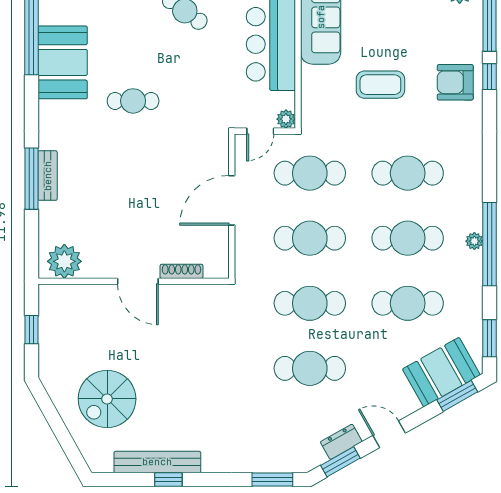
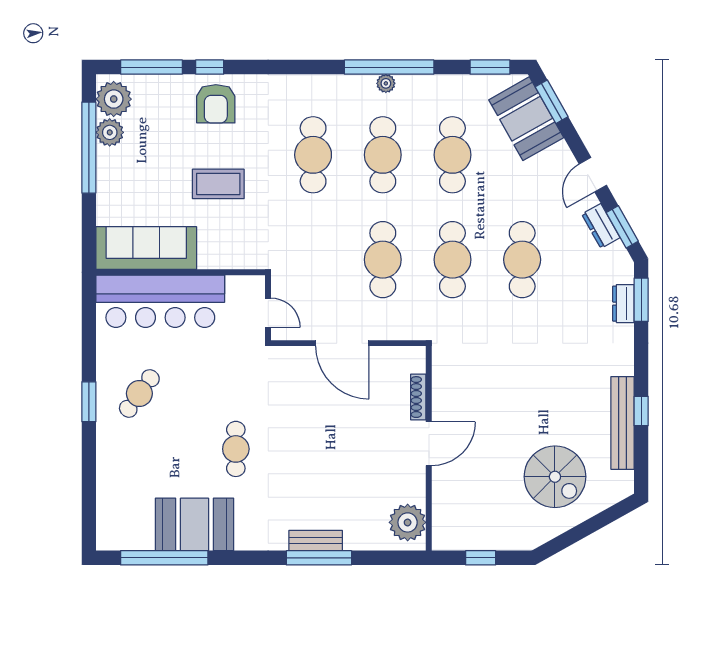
coffee table: (380, 85) -> (218, 184), turned 90
plant: (286, 119) -> (255, 285), removed
cafe table: (310, 173) -> (313, 260), removed
dresser: (269, 463) -> (623, 304), added

